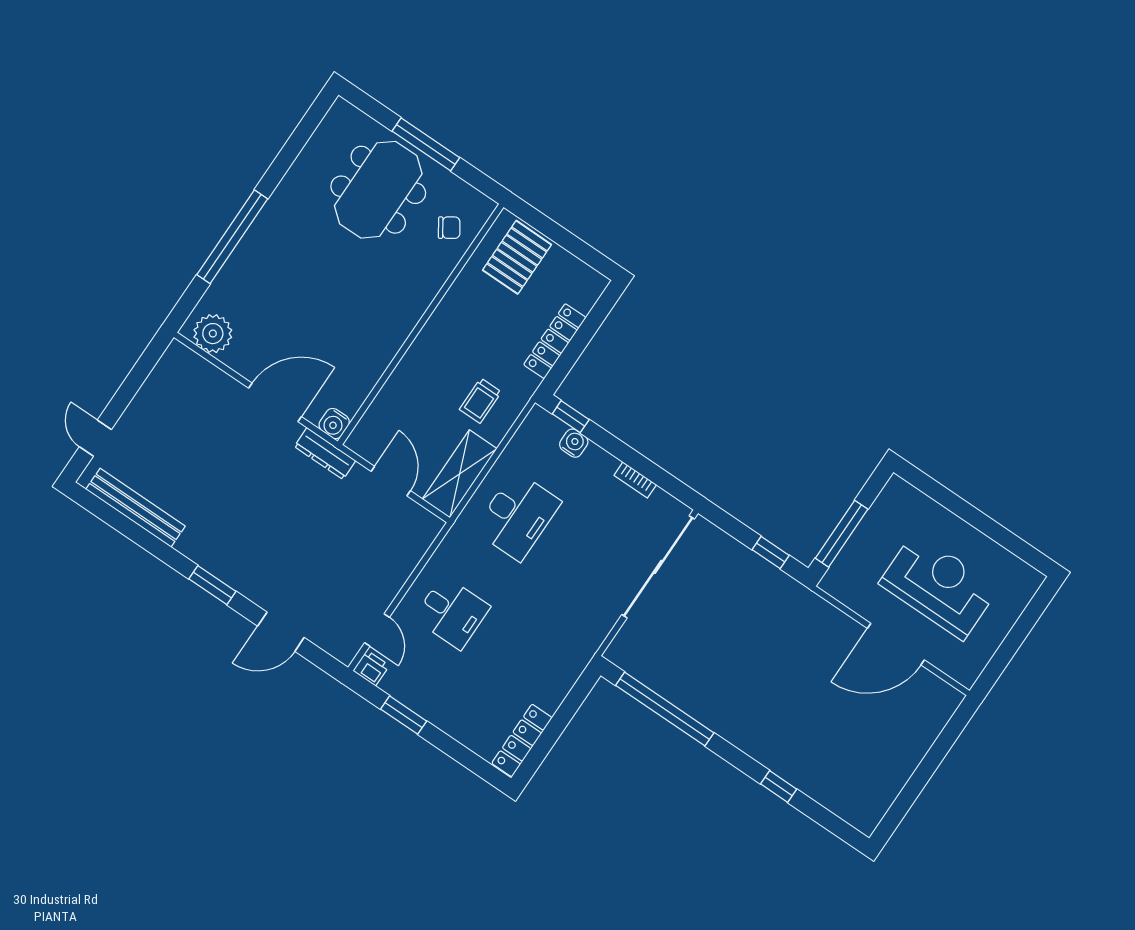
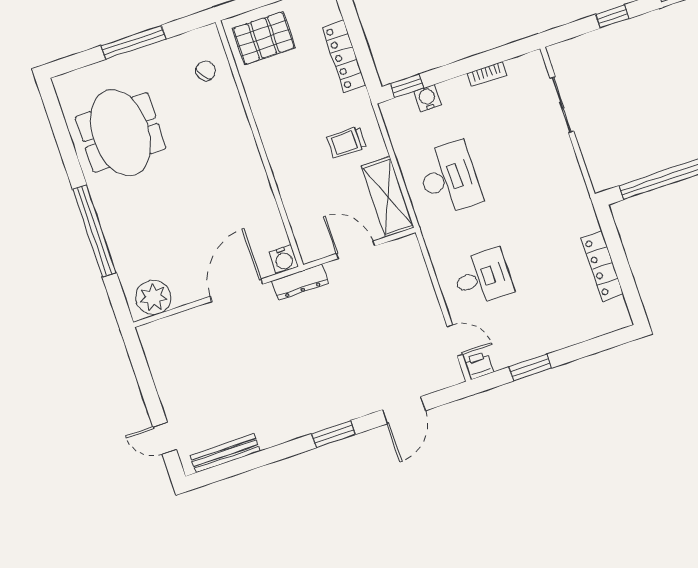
meeting table: (378, 190) -> (121, 133), moved
pallet: (517, 257) -> (264, 38), turned 90
trolley: (480, 401) -> (347, 142), turned 90
bench: (135, 508) -> (225, 453), width x0.73, depth x0.82
sliding door: (658, 567) -> (562, 105), width x0.54
locker: (522, 740) -> (602, 266), moved

